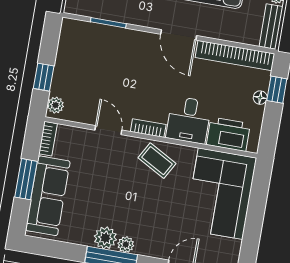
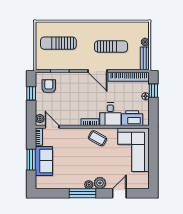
armchair: (83, 48) -> (49, 86), added
window: (44, 77) -> (31, 93), moved
door: (108, 130) -> (52, 127), moved
sofa: (48, 196) -> (44, 161), width x0.73
plant: (105, 238) -> (100, 183), moved

